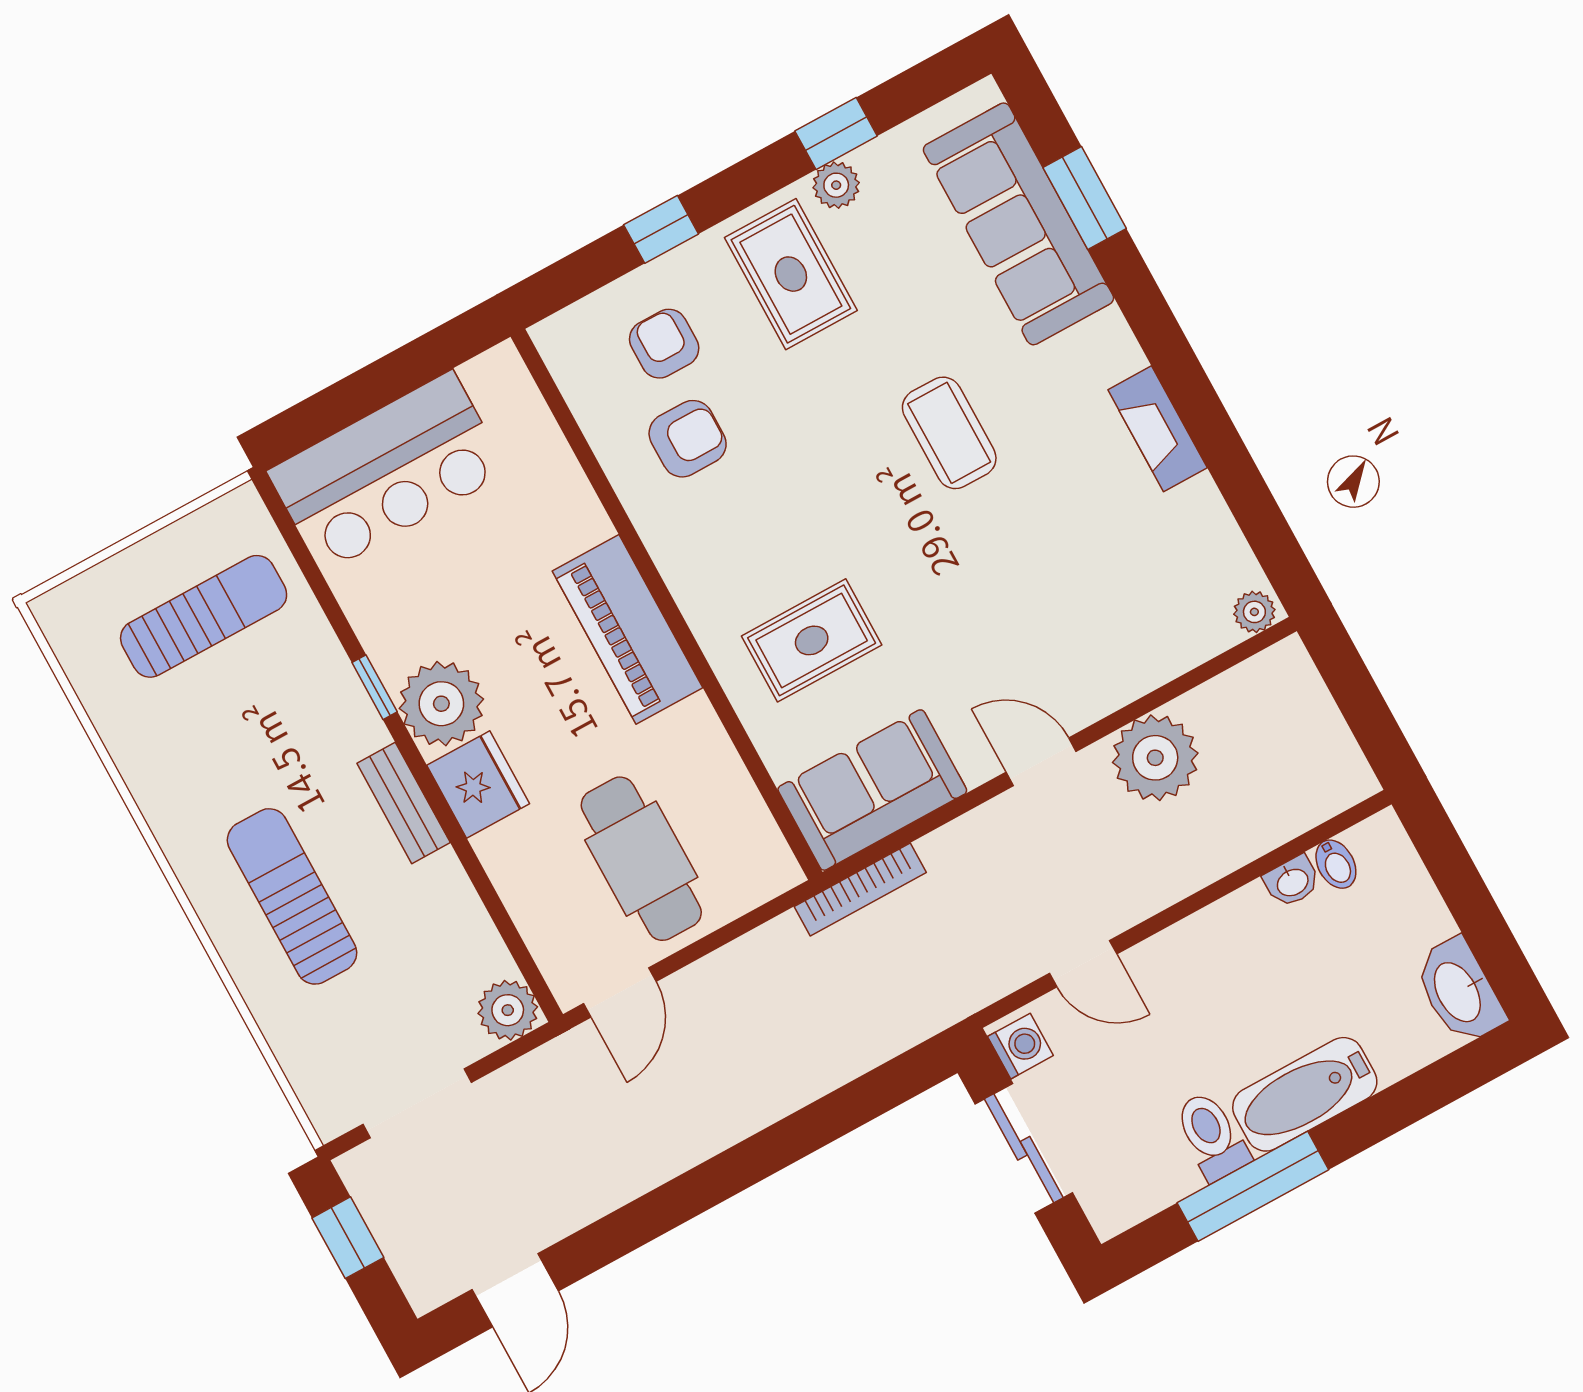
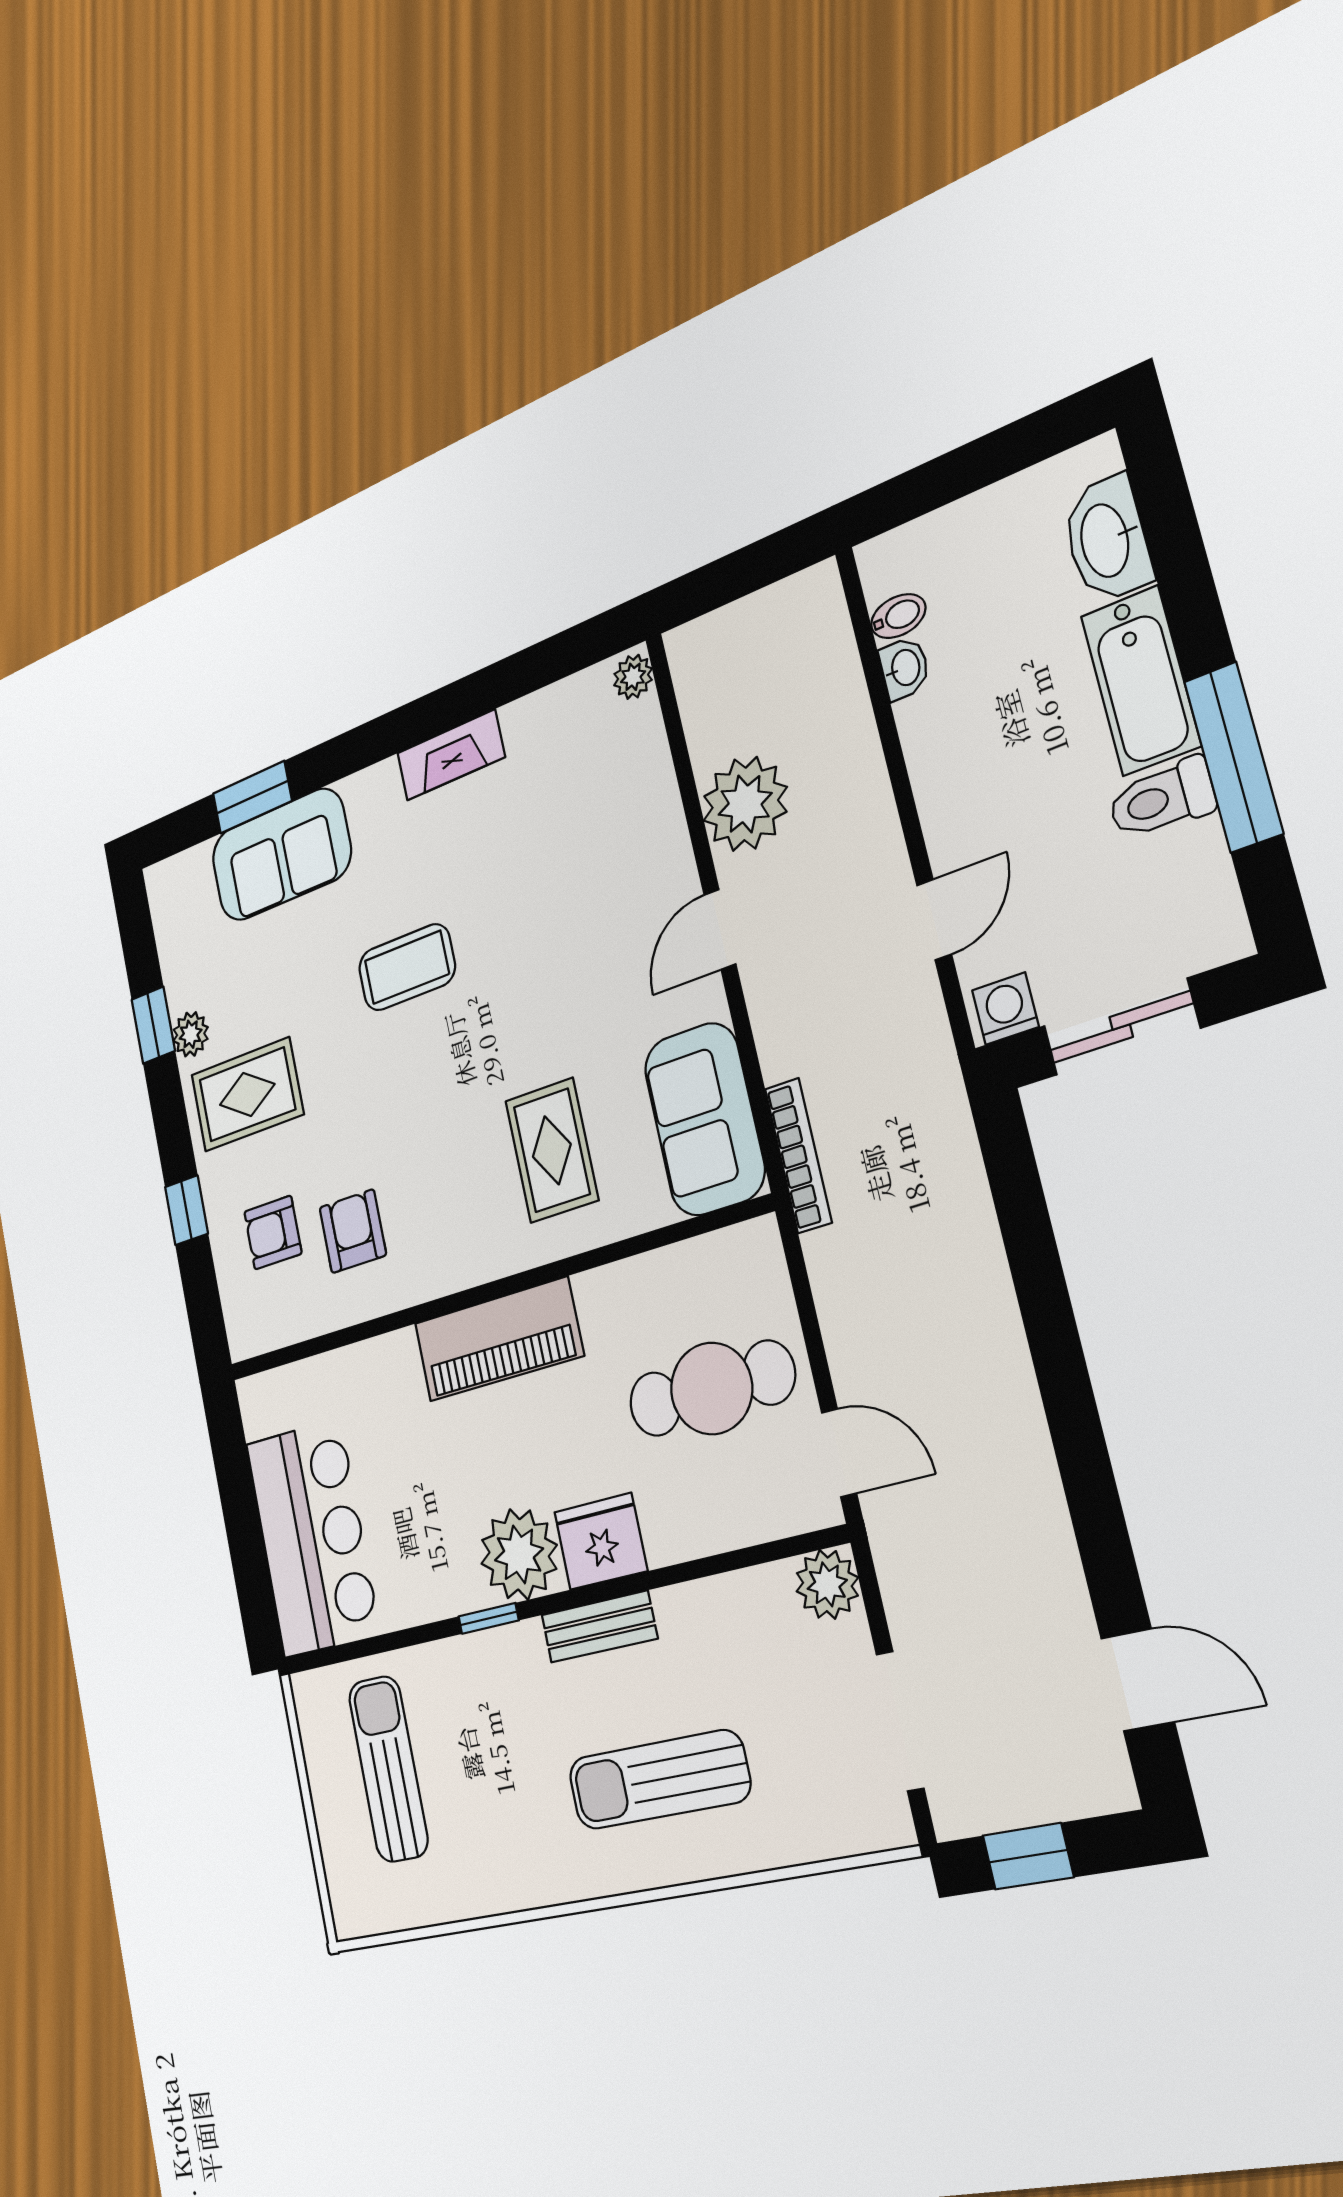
sofa: (1018, 224) -> (281, 855), width x0.73
washbasin: (1459, 991) -> (1107, 540), moved, turned 90

